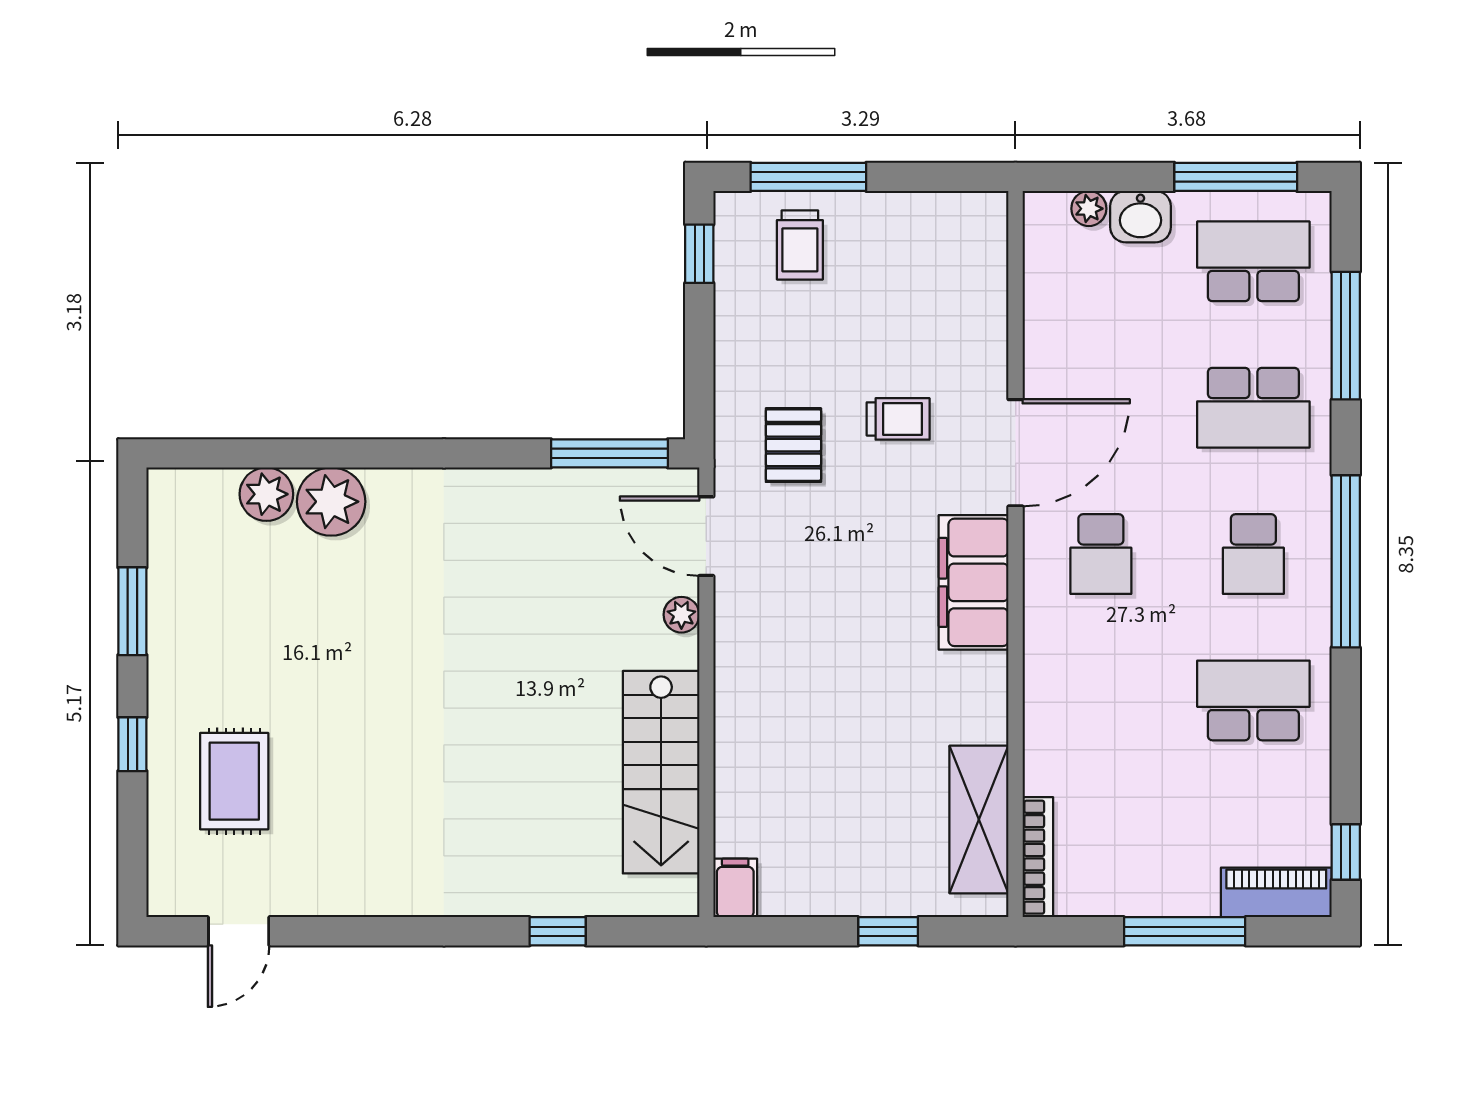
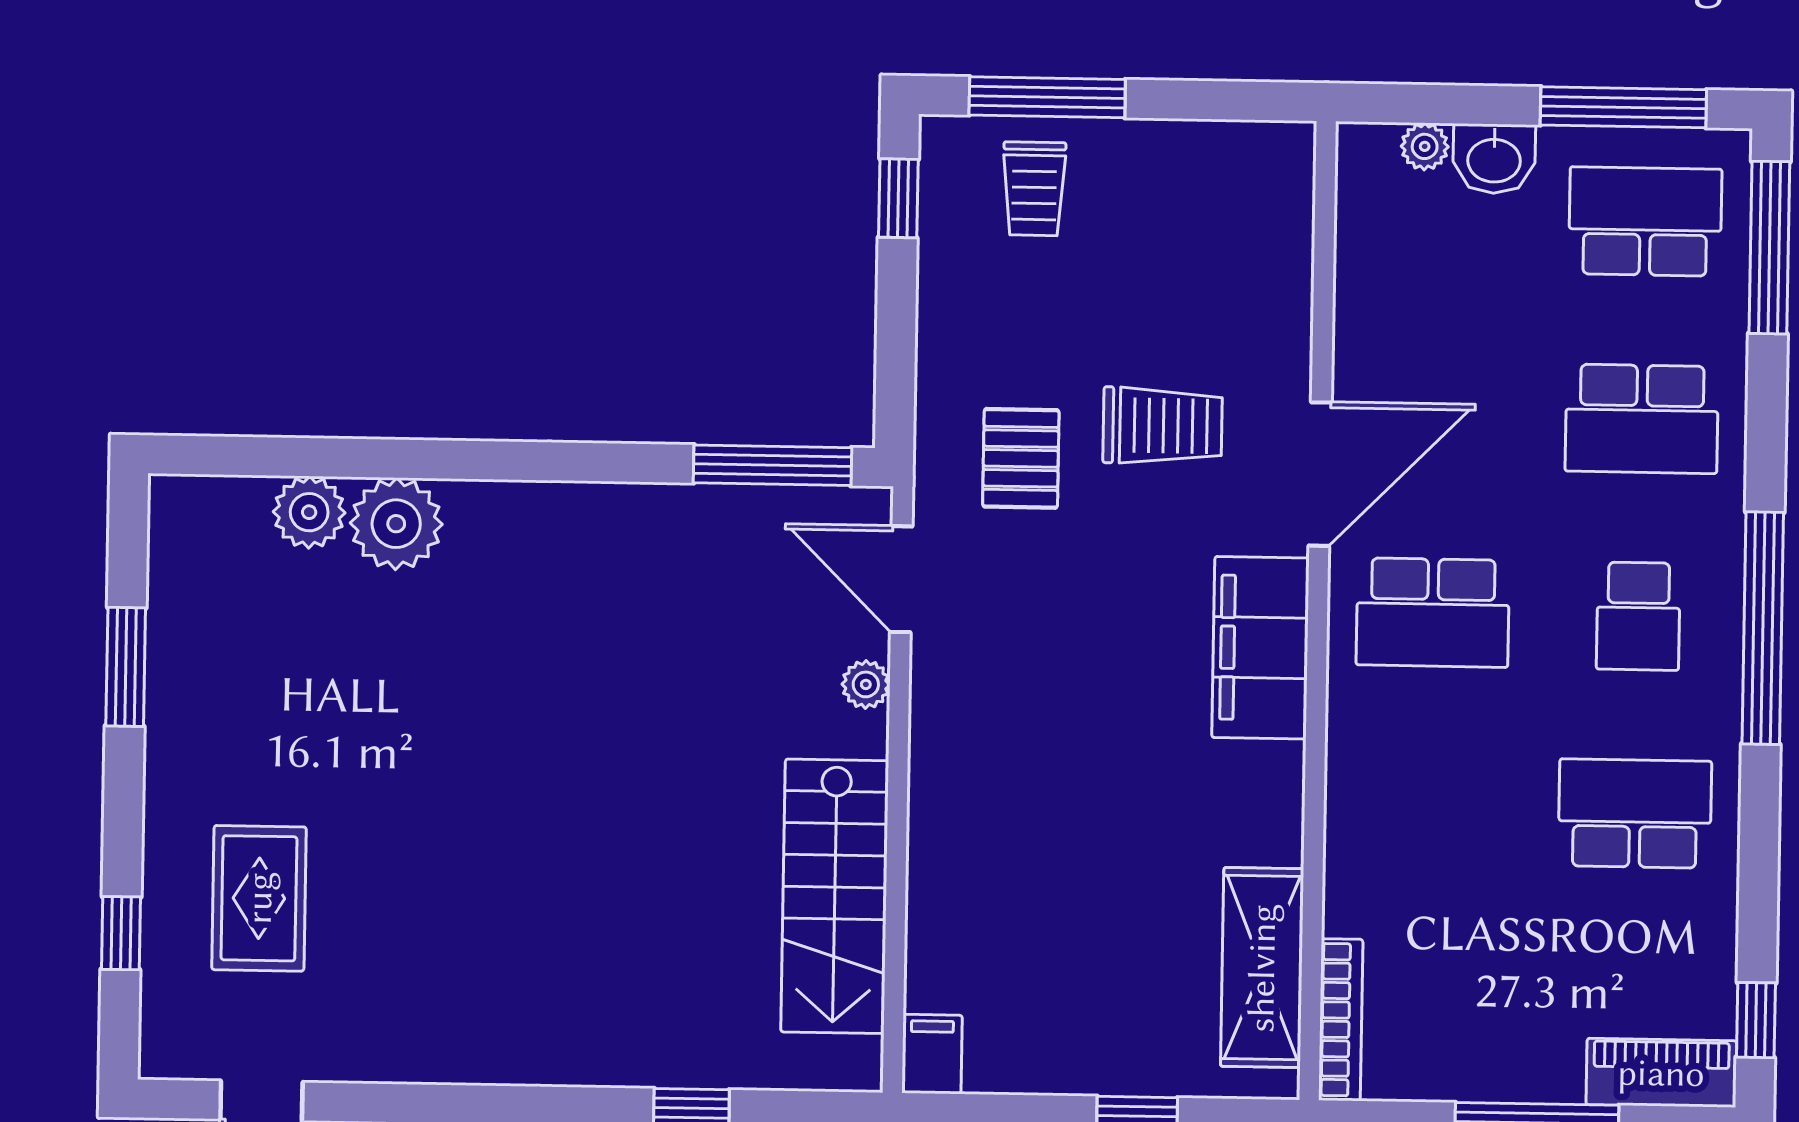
window: (1346, 336) -> (1769, 248), moved
trolley: (898, 419) -> (1163, 426), width x1.36, depth x1.39
school desk: (1101, 554) -> (1433, 613), width x1.85
window: (132, 744) -> (121, 933), moved

